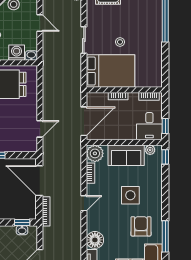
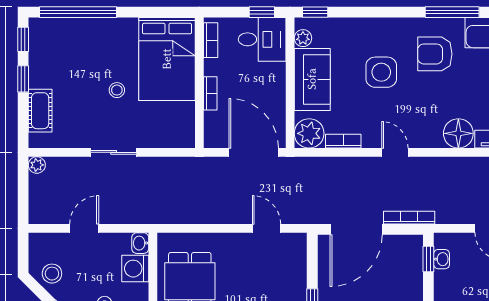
bed: (110, 71) -> (167, 59), moved, turned 180

